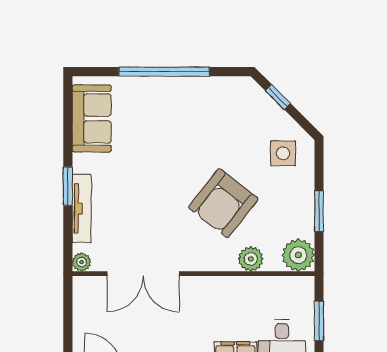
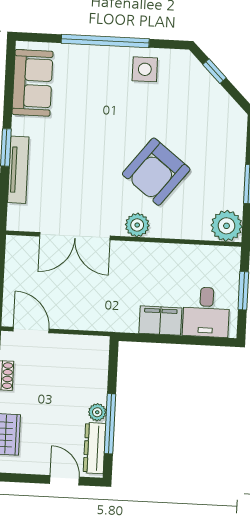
side table: (283, 153) -> (145, 69), moved
plant: (251, 259) -> (137, 225), moved
plant: (82, 262) -> (16, 222), removed

